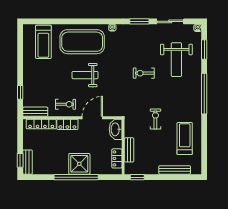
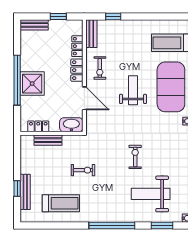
locker: (41, 124) -> (77, 46), width x0.66
window: (20, 160) -> (58, 16), moved
window: (137, 177) -> (17, 188), moved

